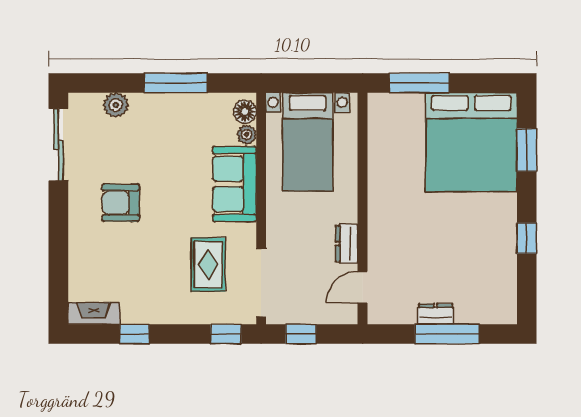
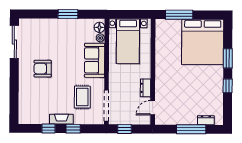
window: (176, 83) -> (68, 14), width x0.69
plant: (116, 105) -> (41, 24), removed
window: (527, 150) -> (228, 58), moved
fireplace: (94, 313) -> (61, 119), moved
dresser: (436, 314) -> (206, 120), moved
window: (226, 334) -> (73, 129), moved

